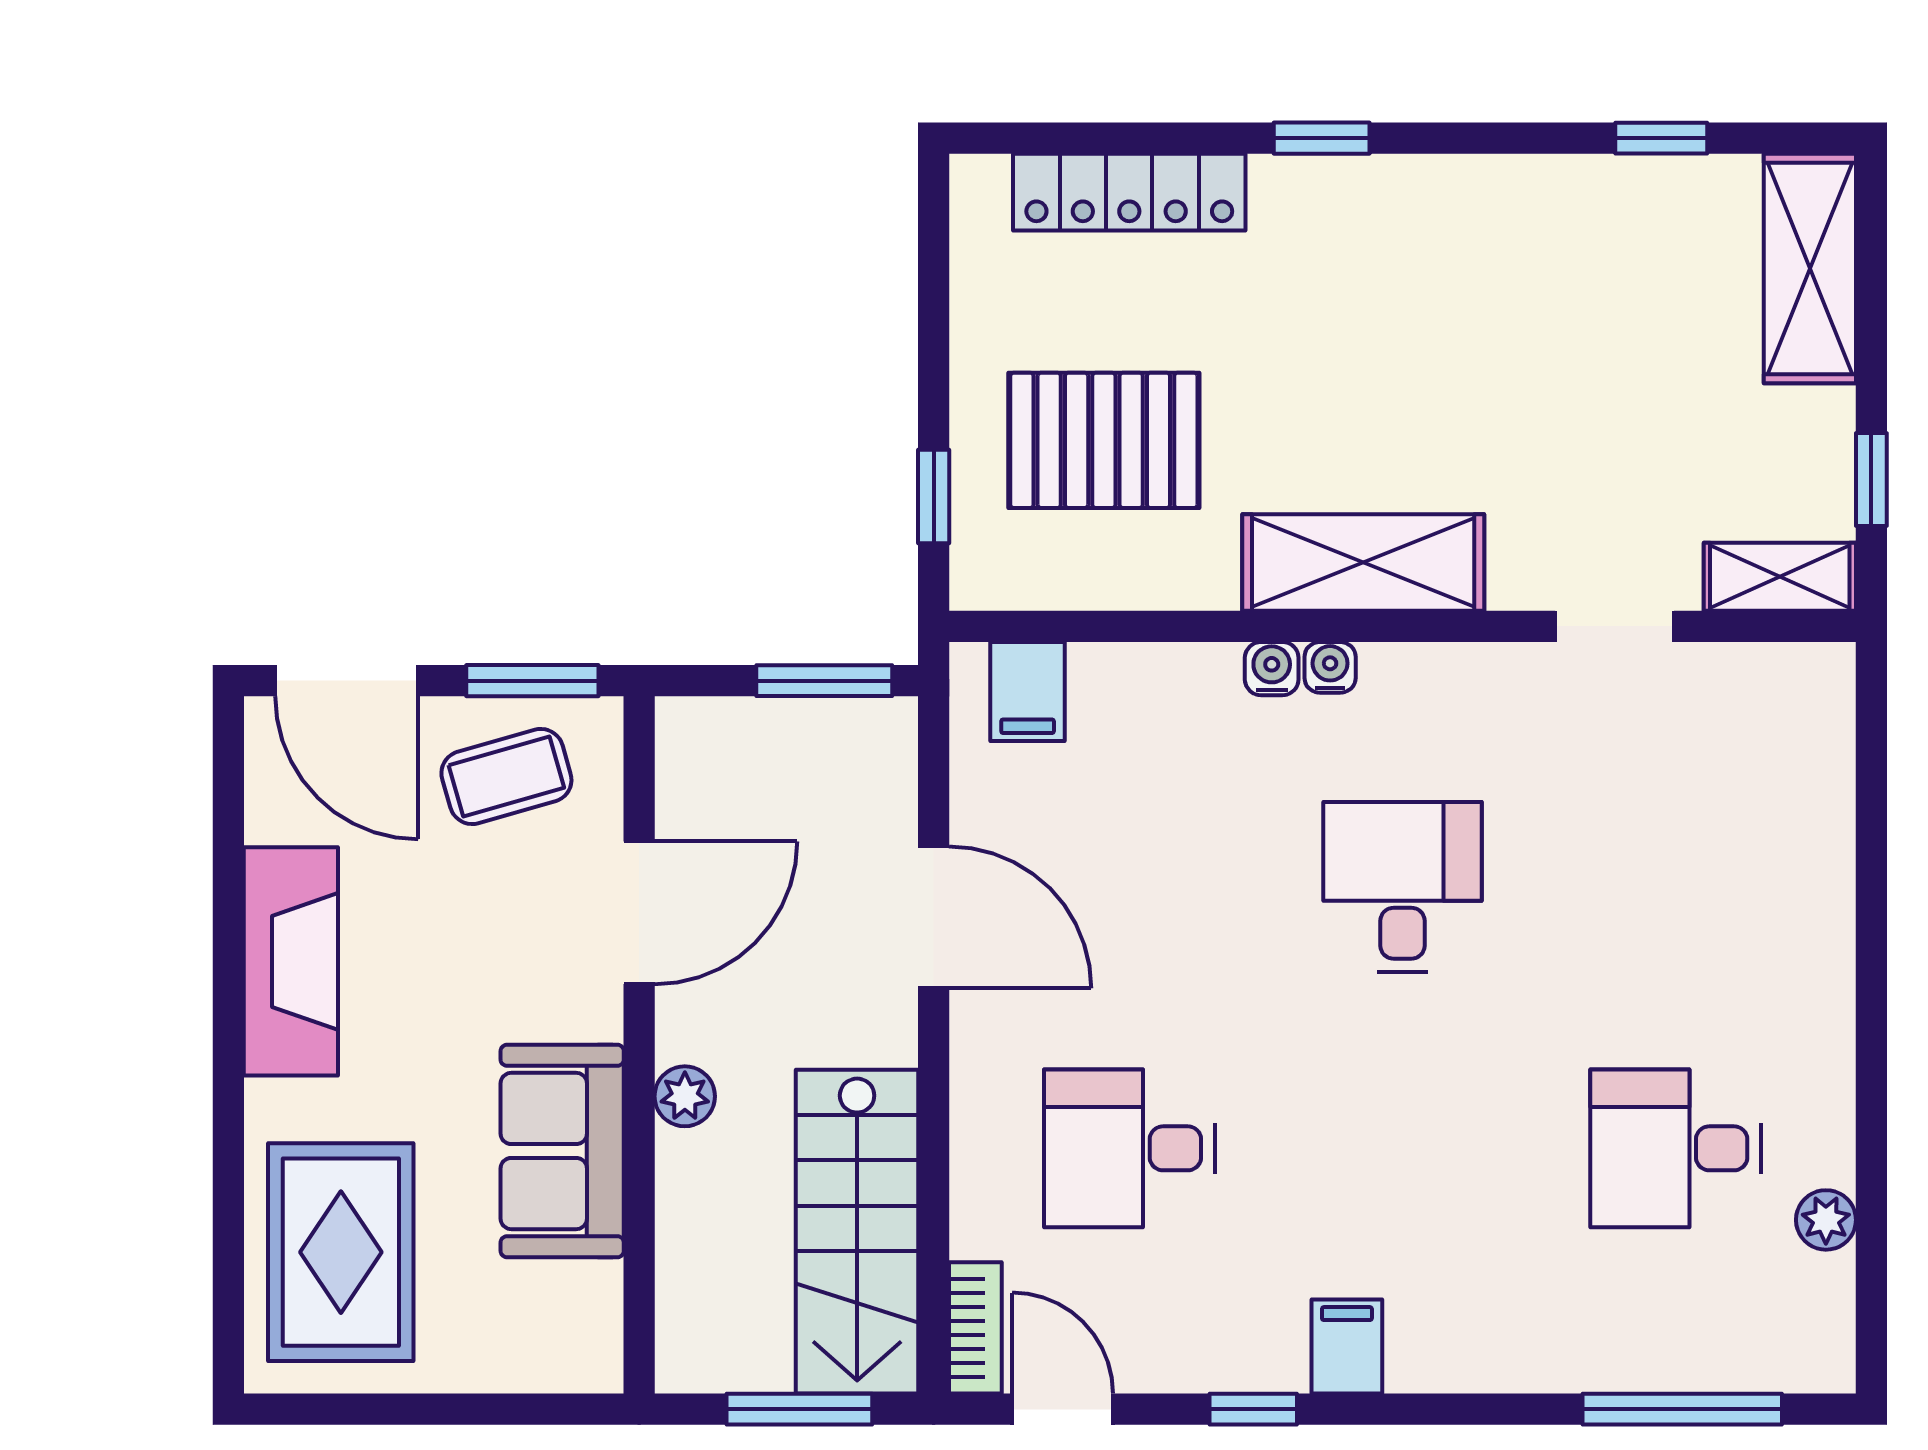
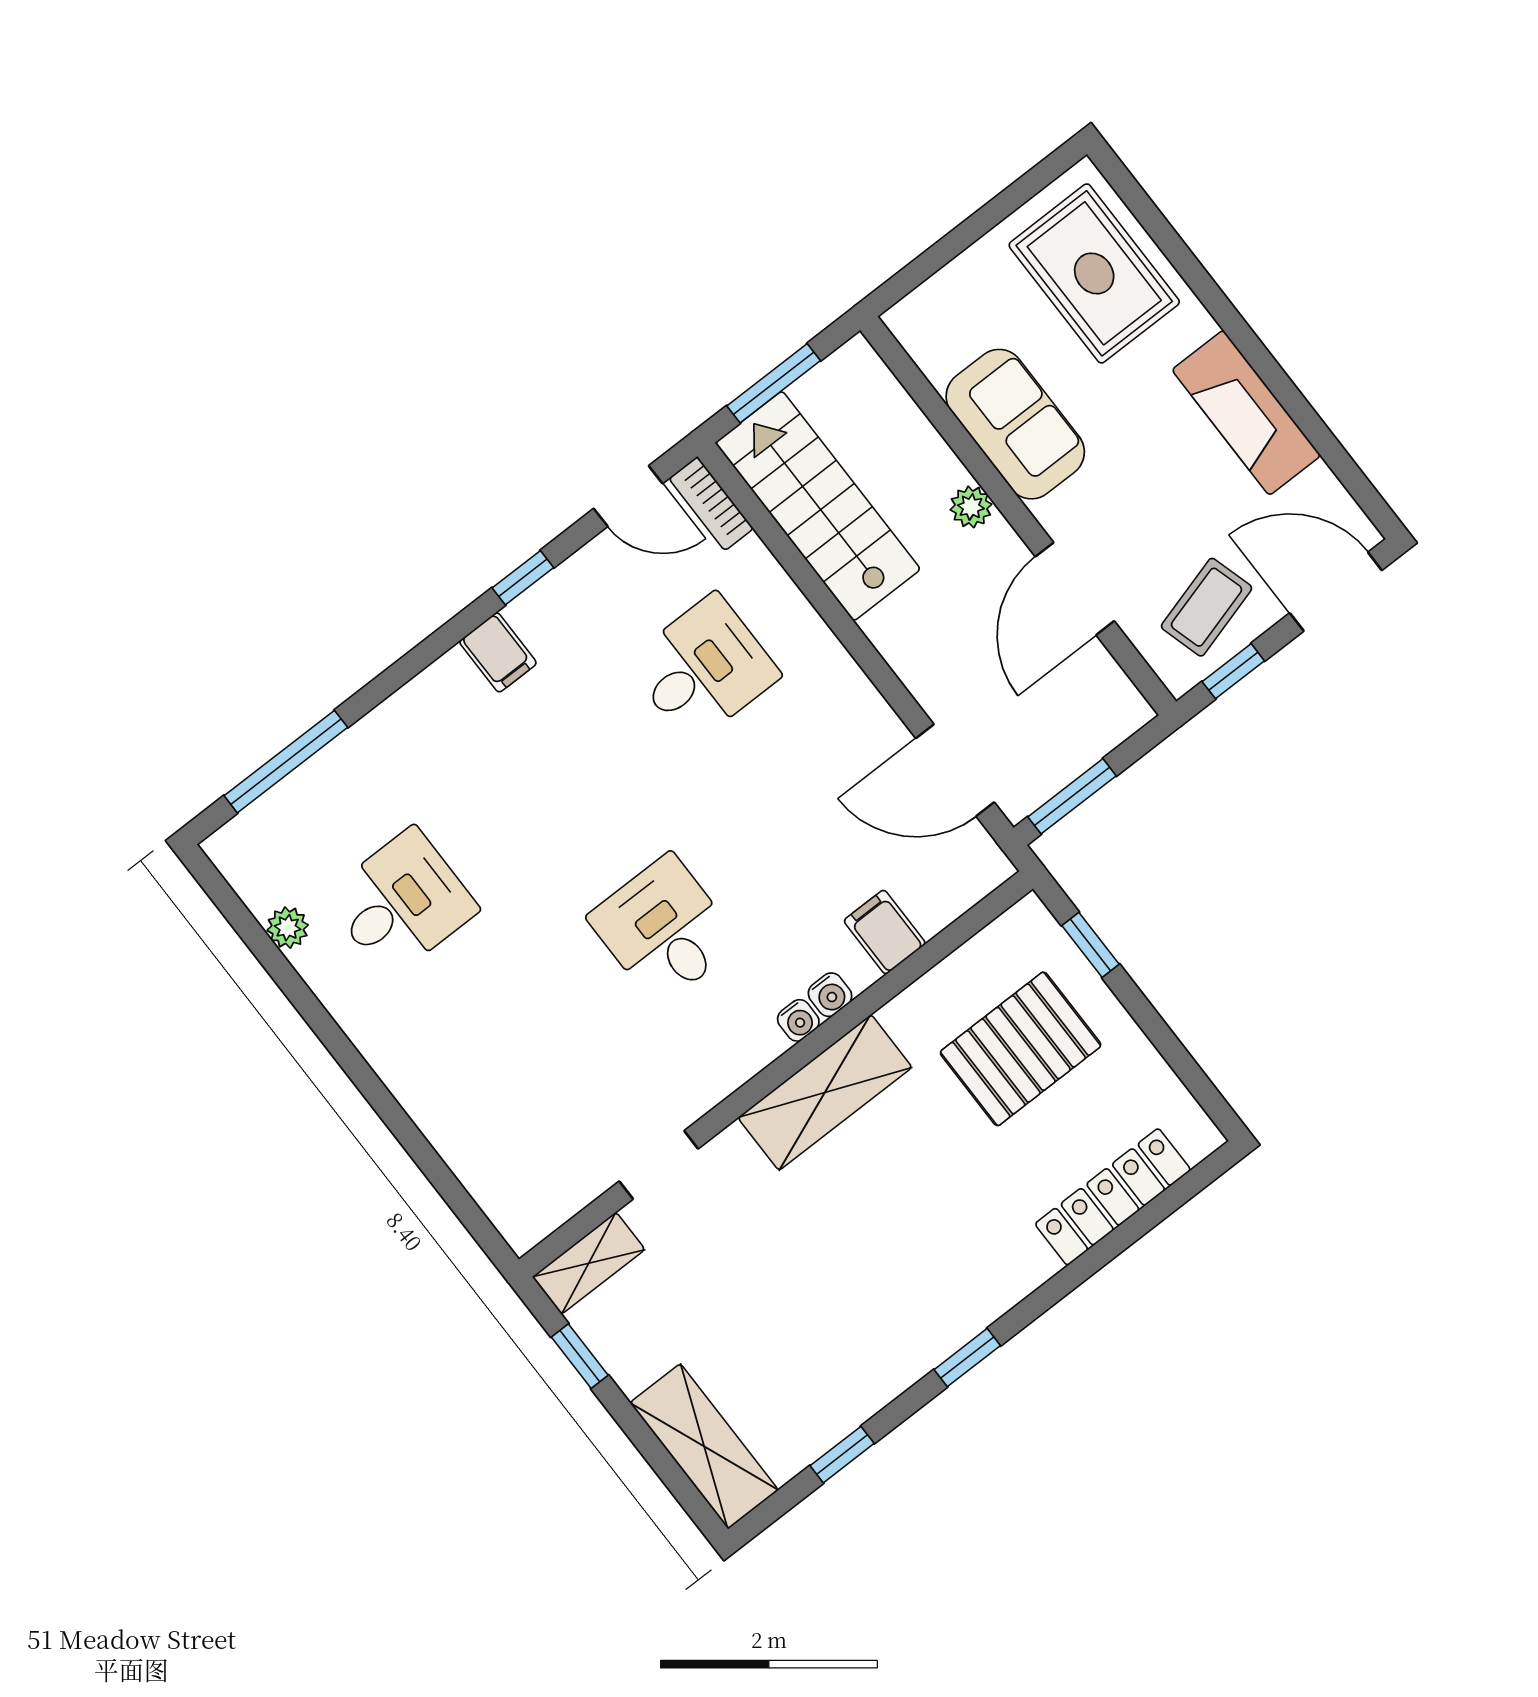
window: (1322, 138) -> (967, 1358), moved
window: (532, 681) -> (1233, 671), width x0.67
filing cabinet: (1028, 692) -> (885, 932), moved
desk: (1402, 887) -> (664, 930), turned 180
door: (934, 917) -> (955, 770), moved

